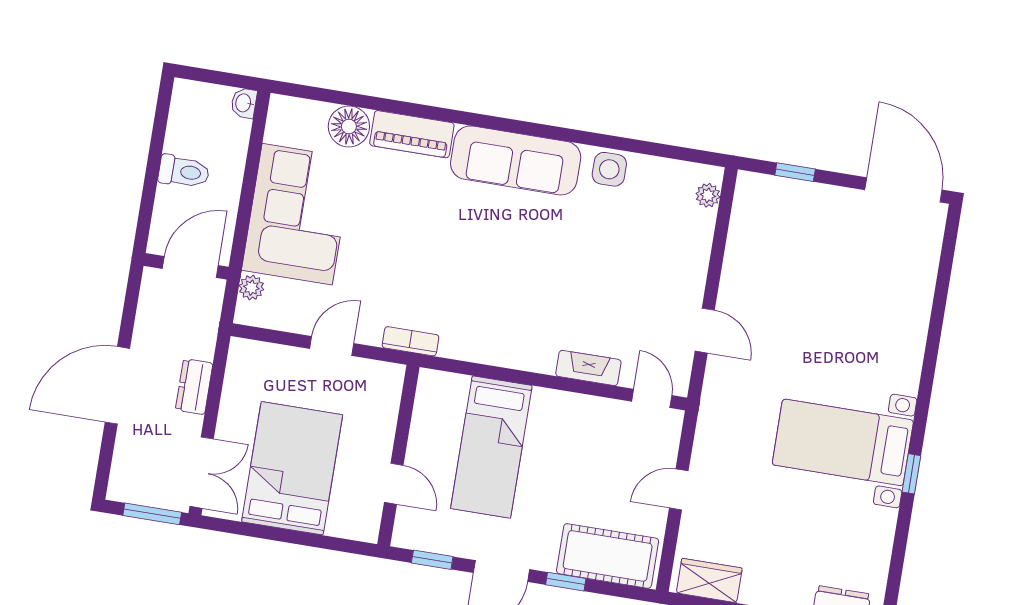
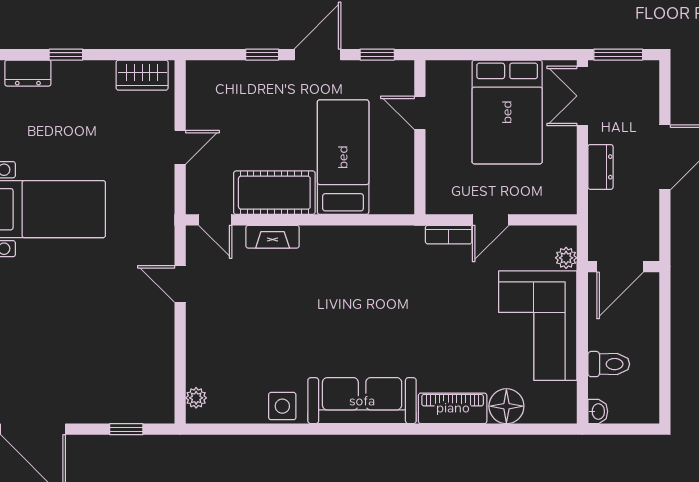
toilet: (184, 172) -> (609, 364), moved, turned 180
bookcase: (410, 341) -> (449, 235), moved
cot: (608, 556) -> (274, 193), moved

